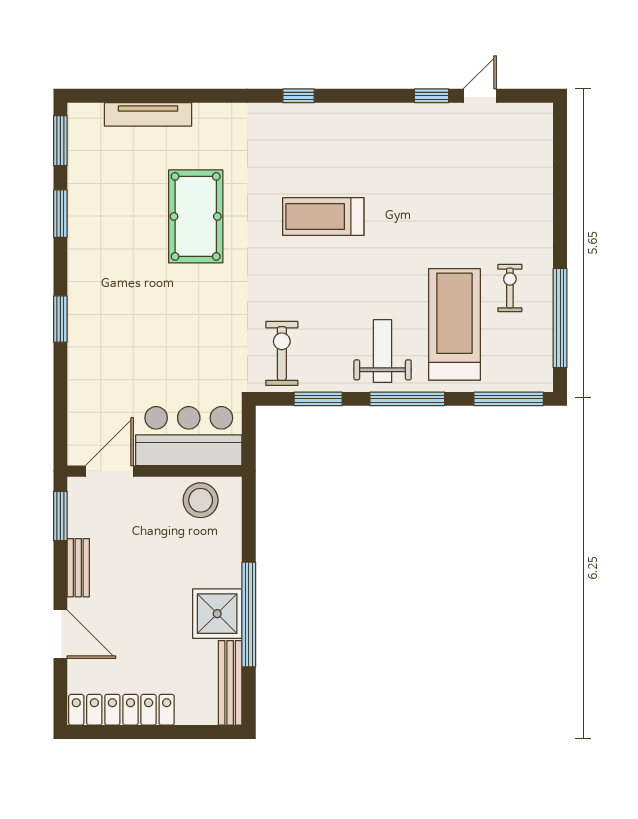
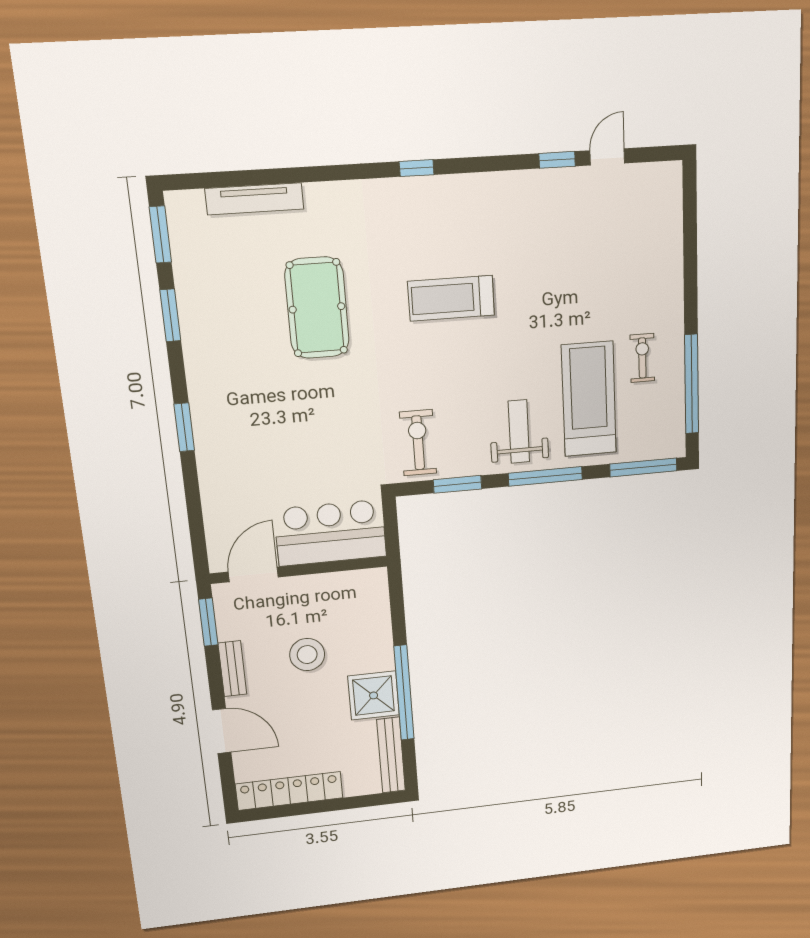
stool: (201, 500) -> (307, 655), moved

